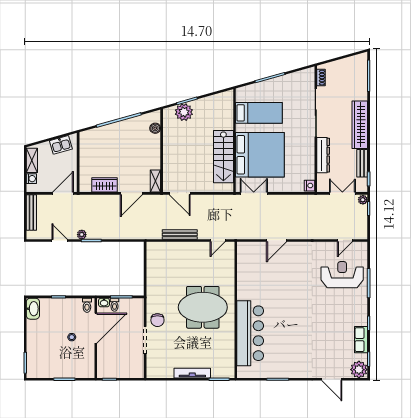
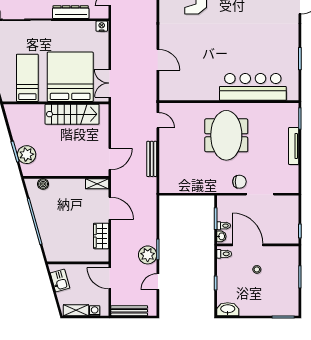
plant: (82, 235) -> (148, 255), width x1.88, depth x1.88

